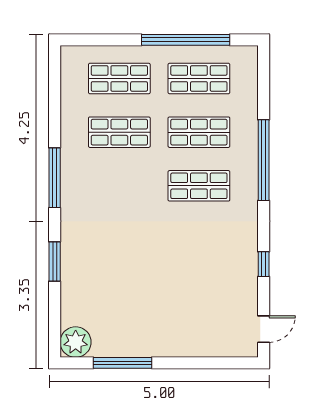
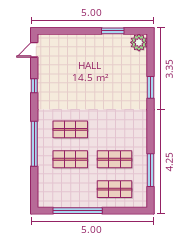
shop shelf: (199, 78) -> (70, 189), removed
window: (55, 178) -> (150, 170), moved
window: (122, 363) -> (113, 31), width x0.69

